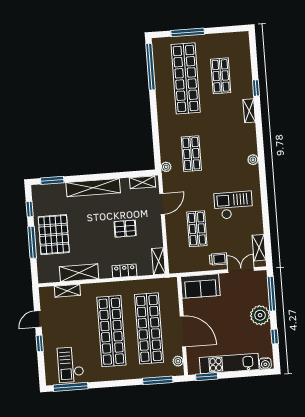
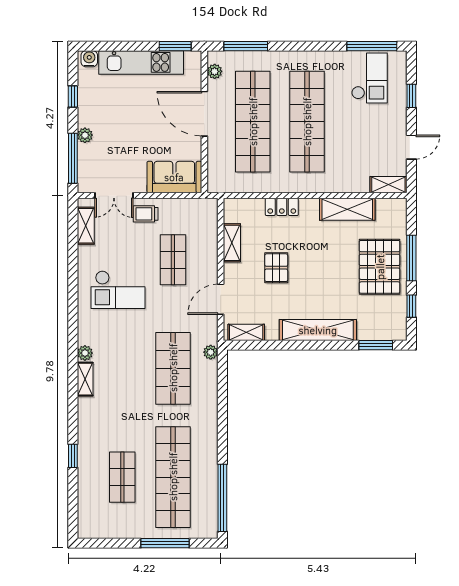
shelving: (249, 111) -> (85, 379), moved
shop shelf: (191, 154) -> (173, 368), width x1.43, depth x1.36
pallet: (125, 229) -> (276, 268), turned 90
shelving: (158, 261) -> (232, 243), moved
shelving: (67, 291) -> (388, 185), moved
plant: (260, 315) -> (85, 135), width x0.53, depth x0.53
window: (40, 343) -> (411, 96), moved

